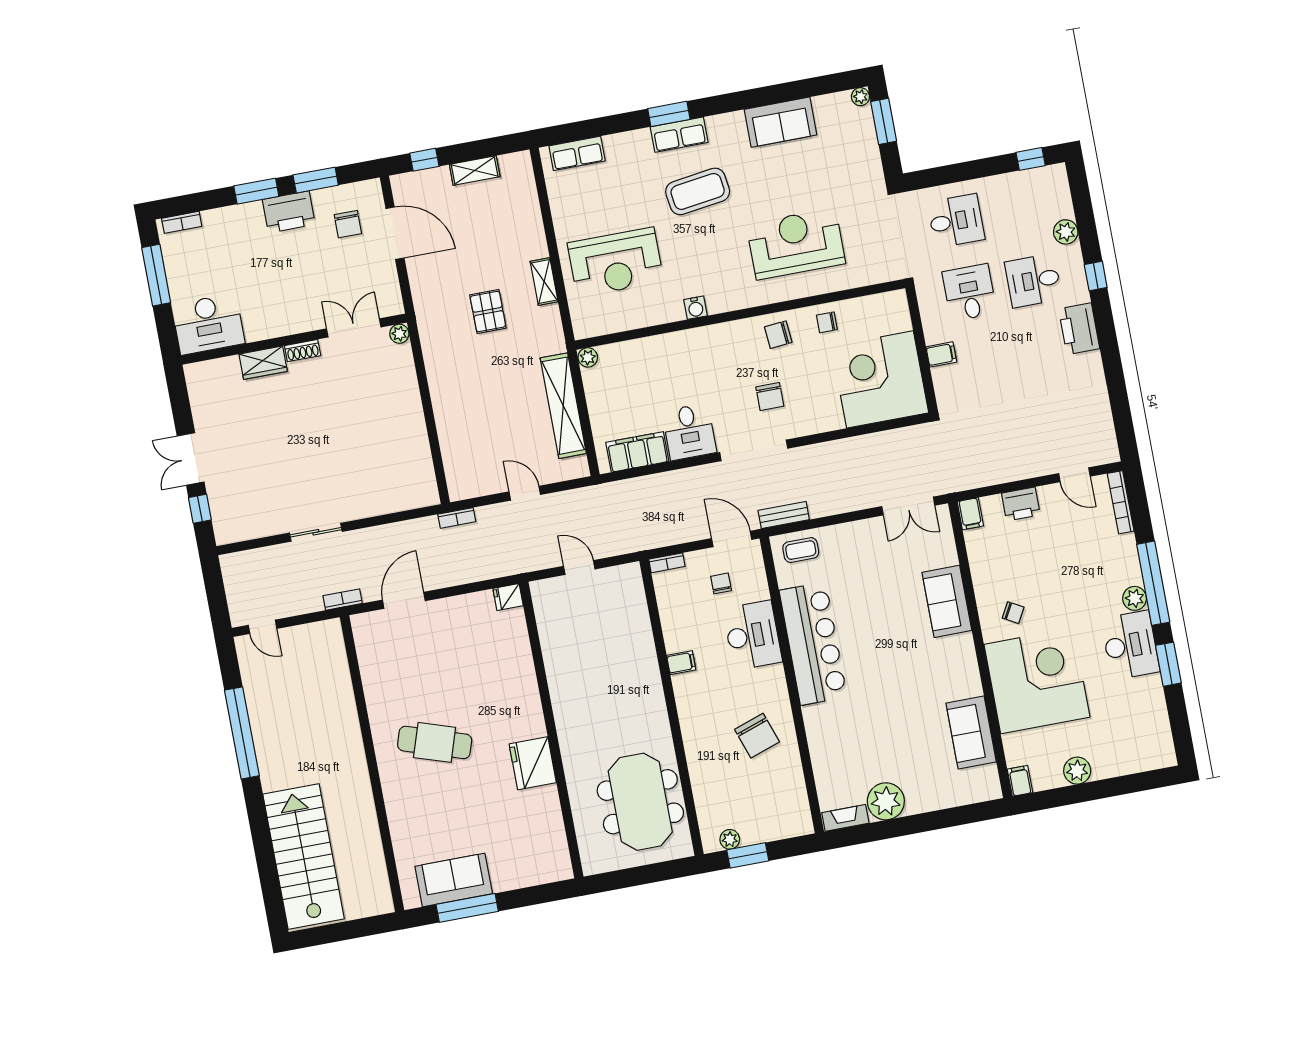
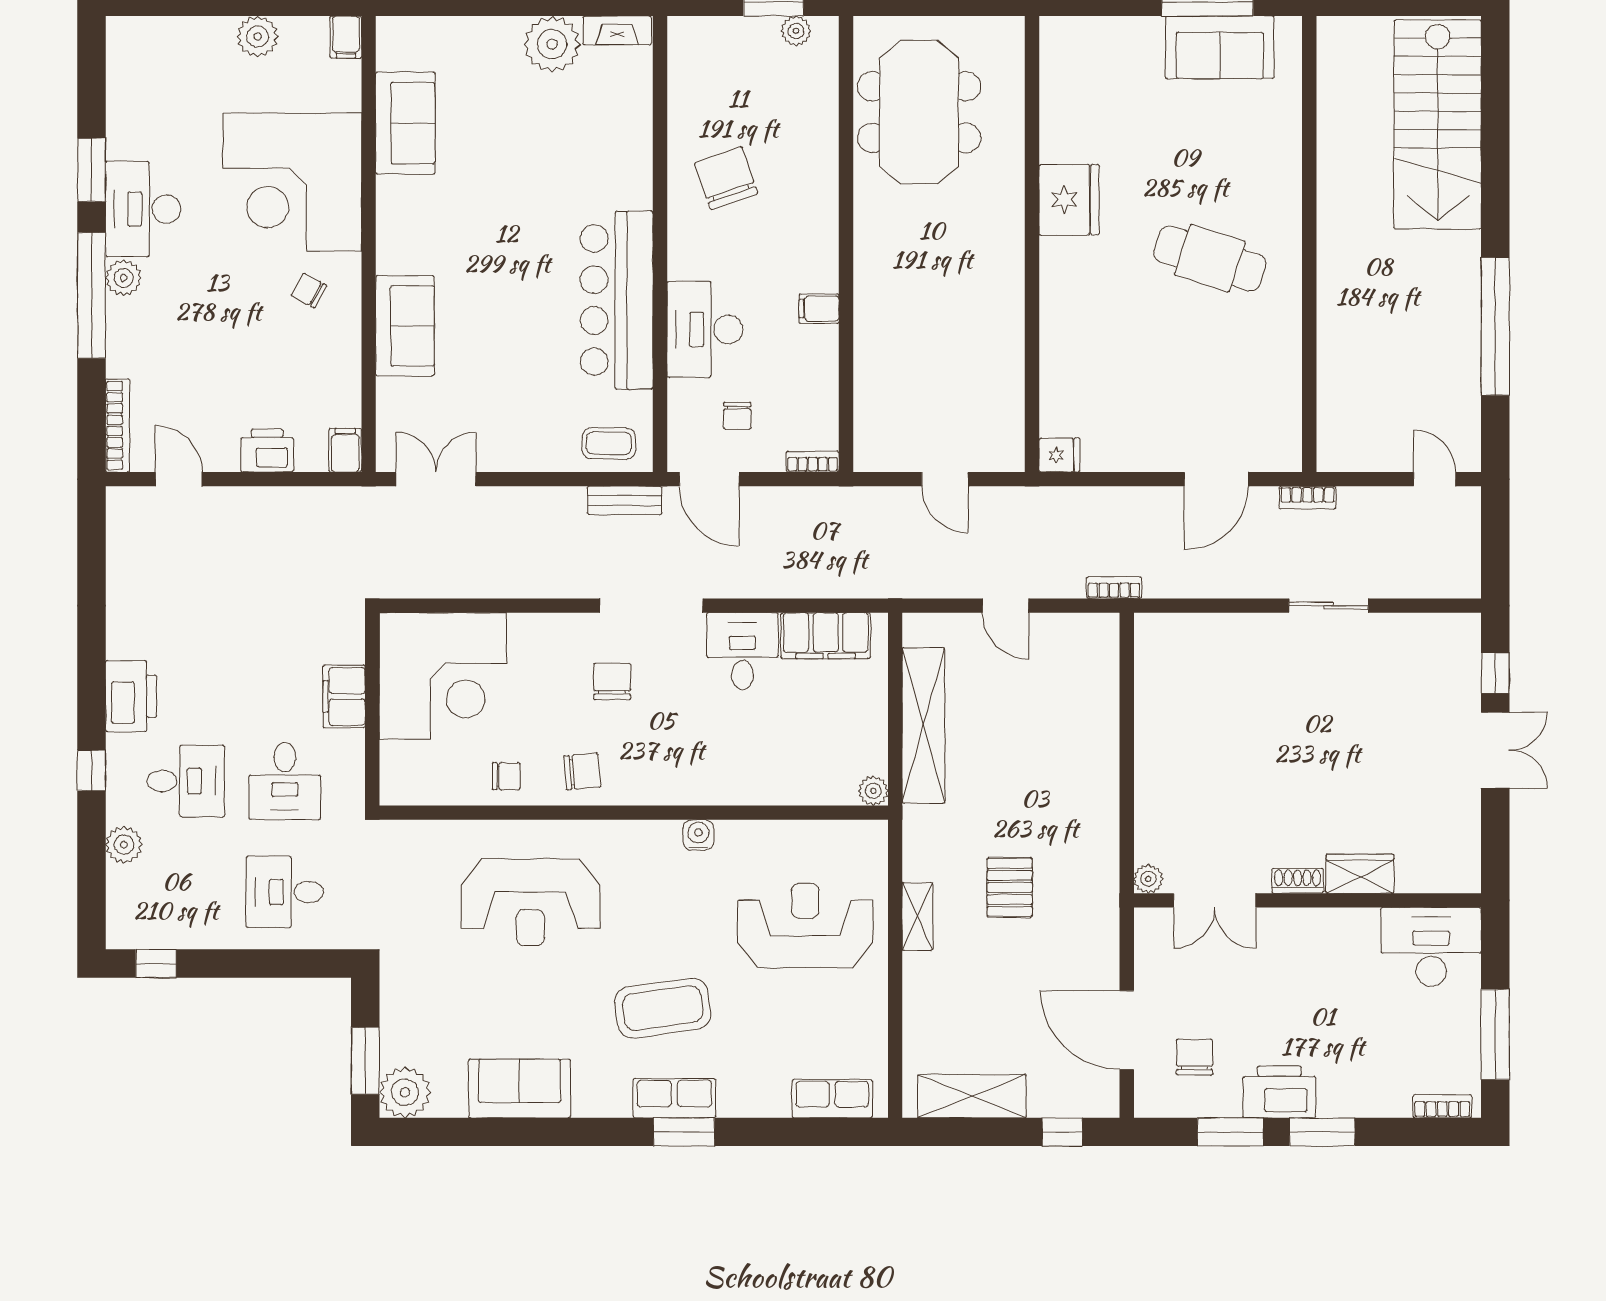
plant: (860, 97) -> (405, 1092), width x1.88, depth x1.88
shelving: (475, 171) -> (972, 1096), width x1.50, depth x1.33
filing cabinet: (941, 354) -> (344, 696), width x2.00

